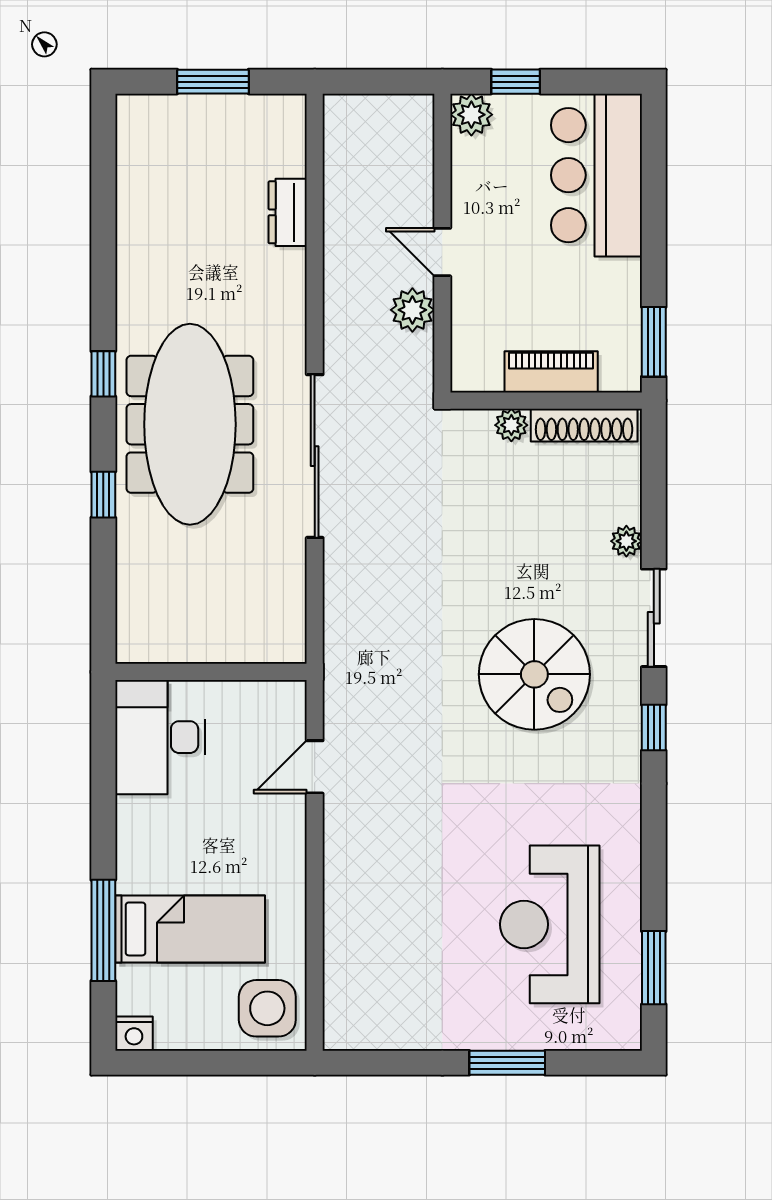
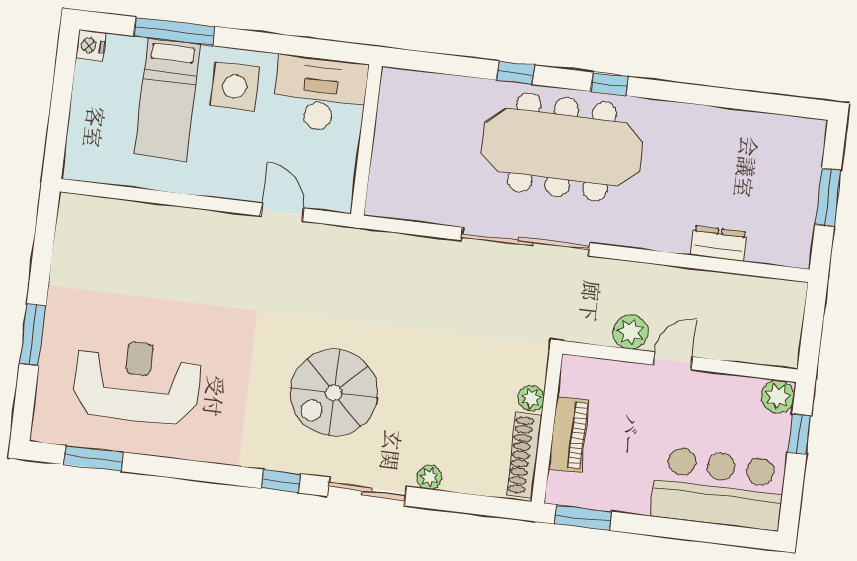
side table: (267, 1008) -> (235, 86), moved

